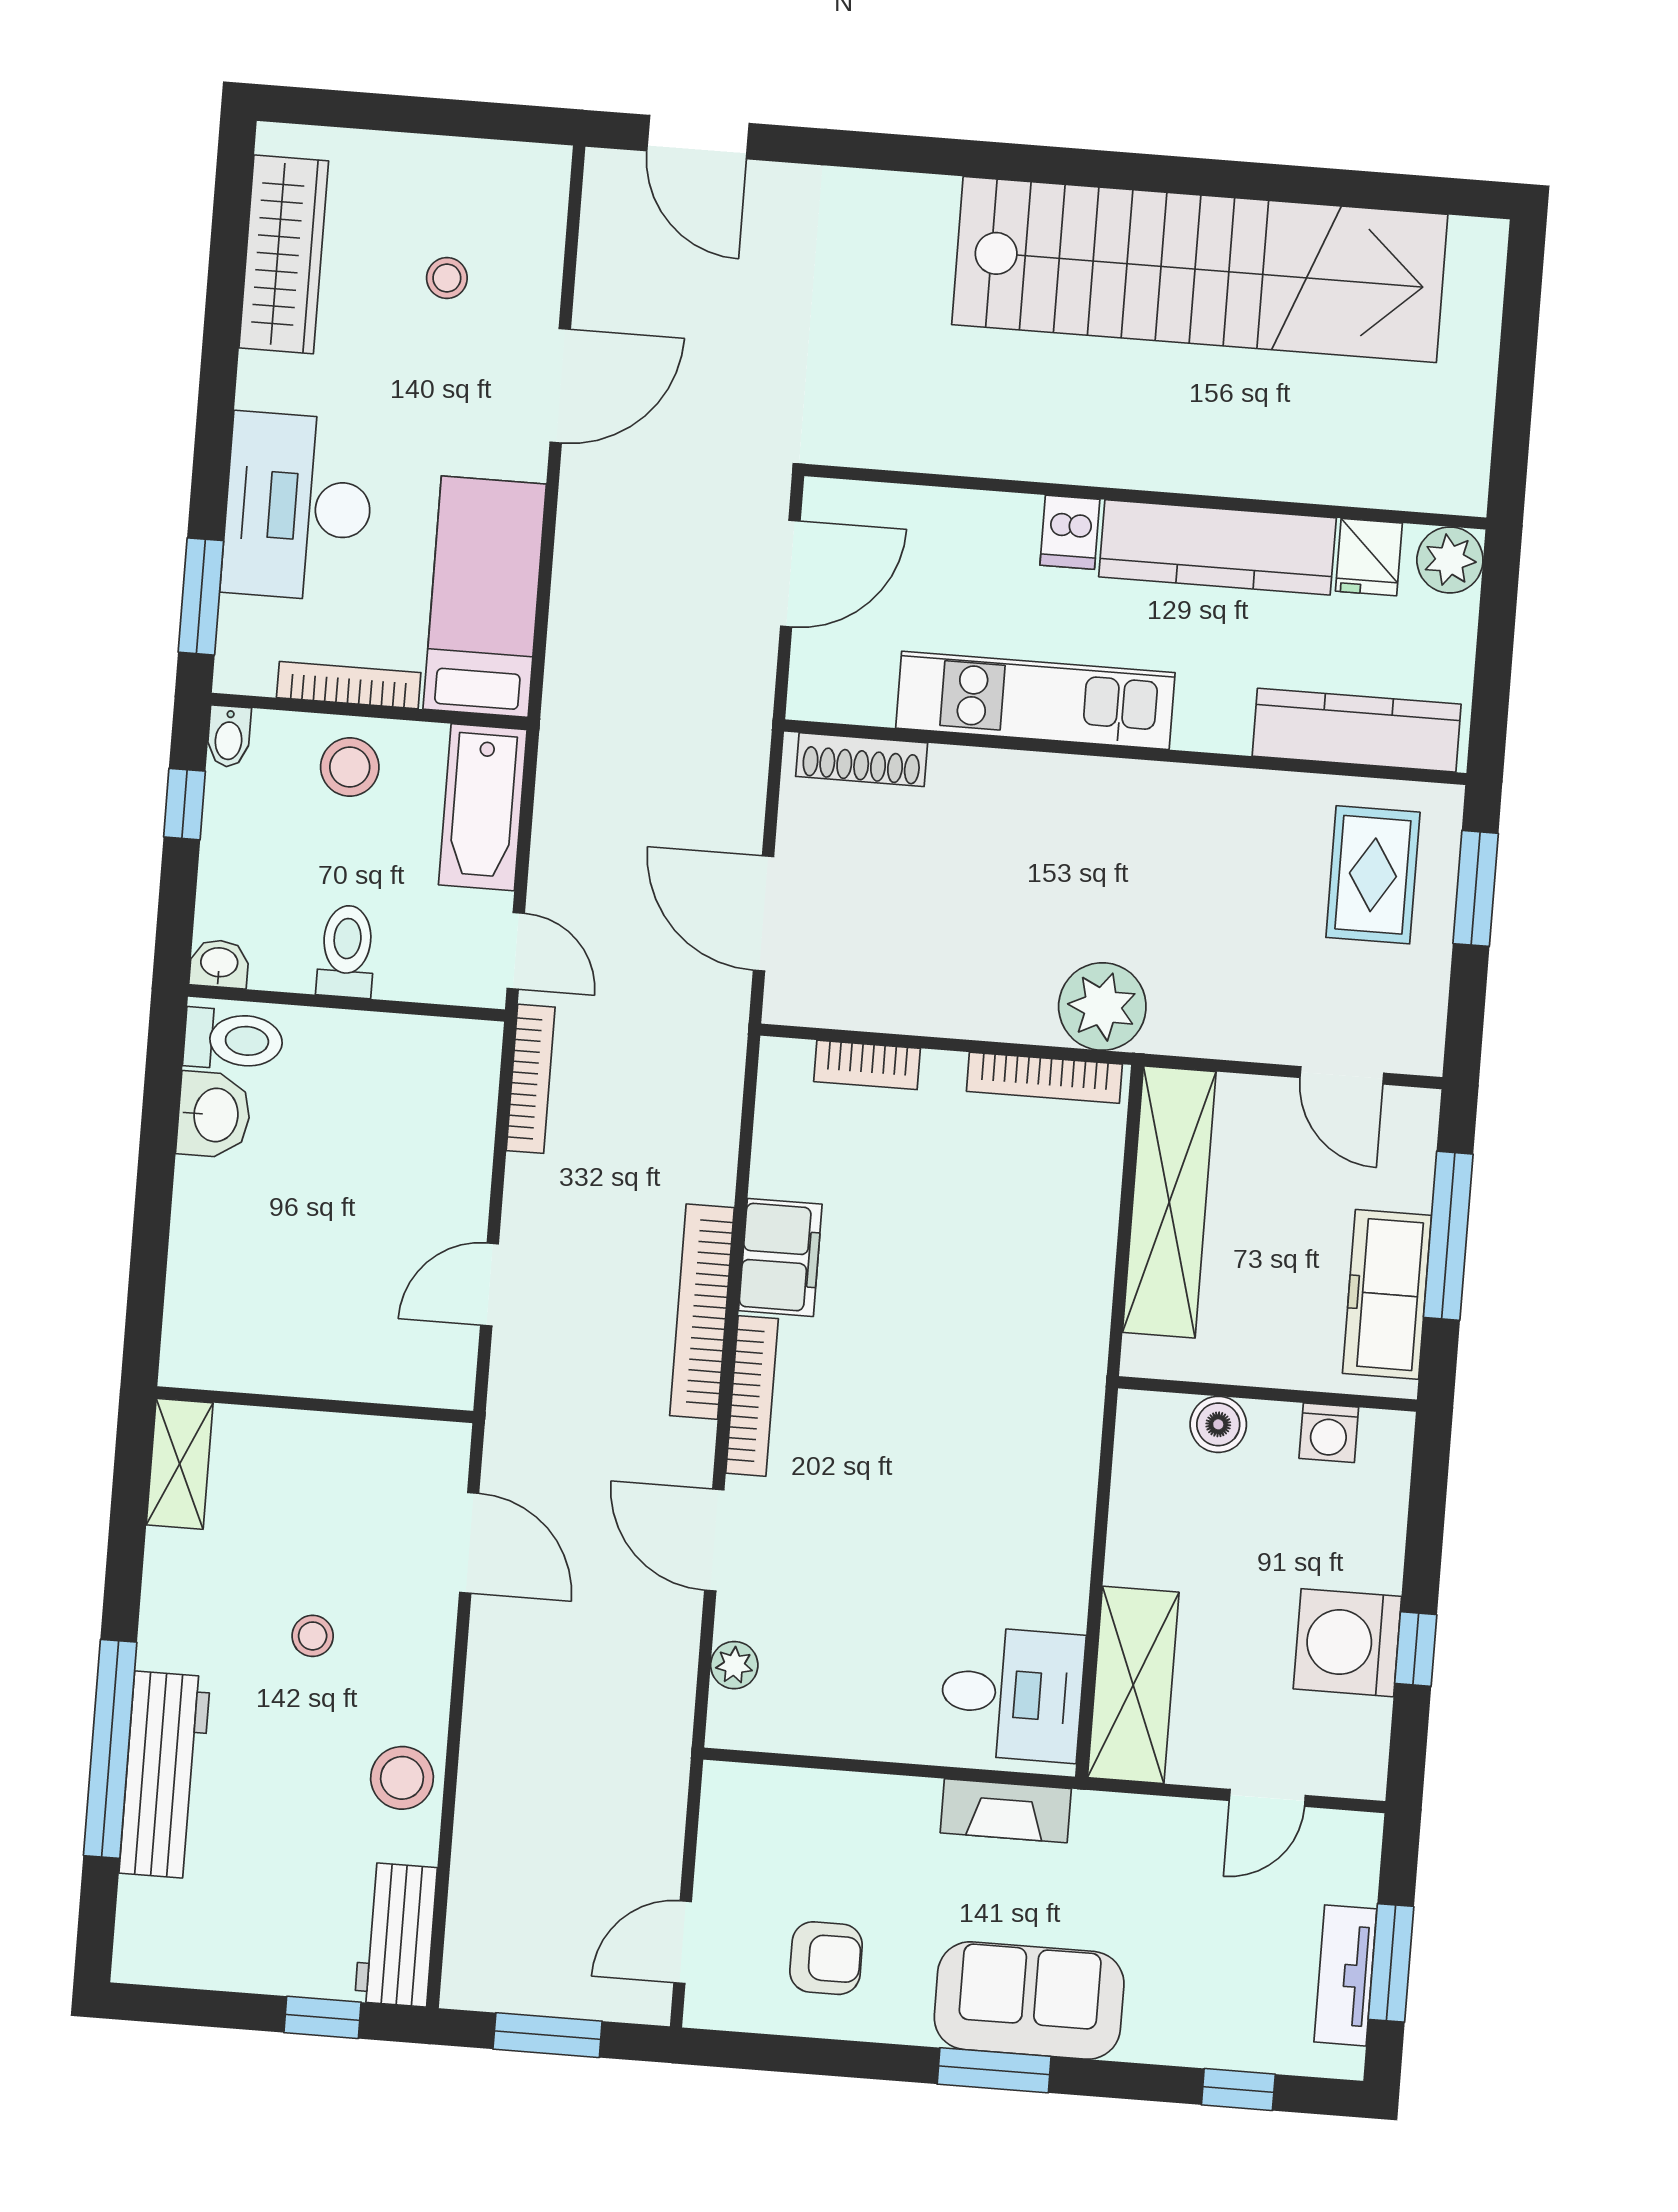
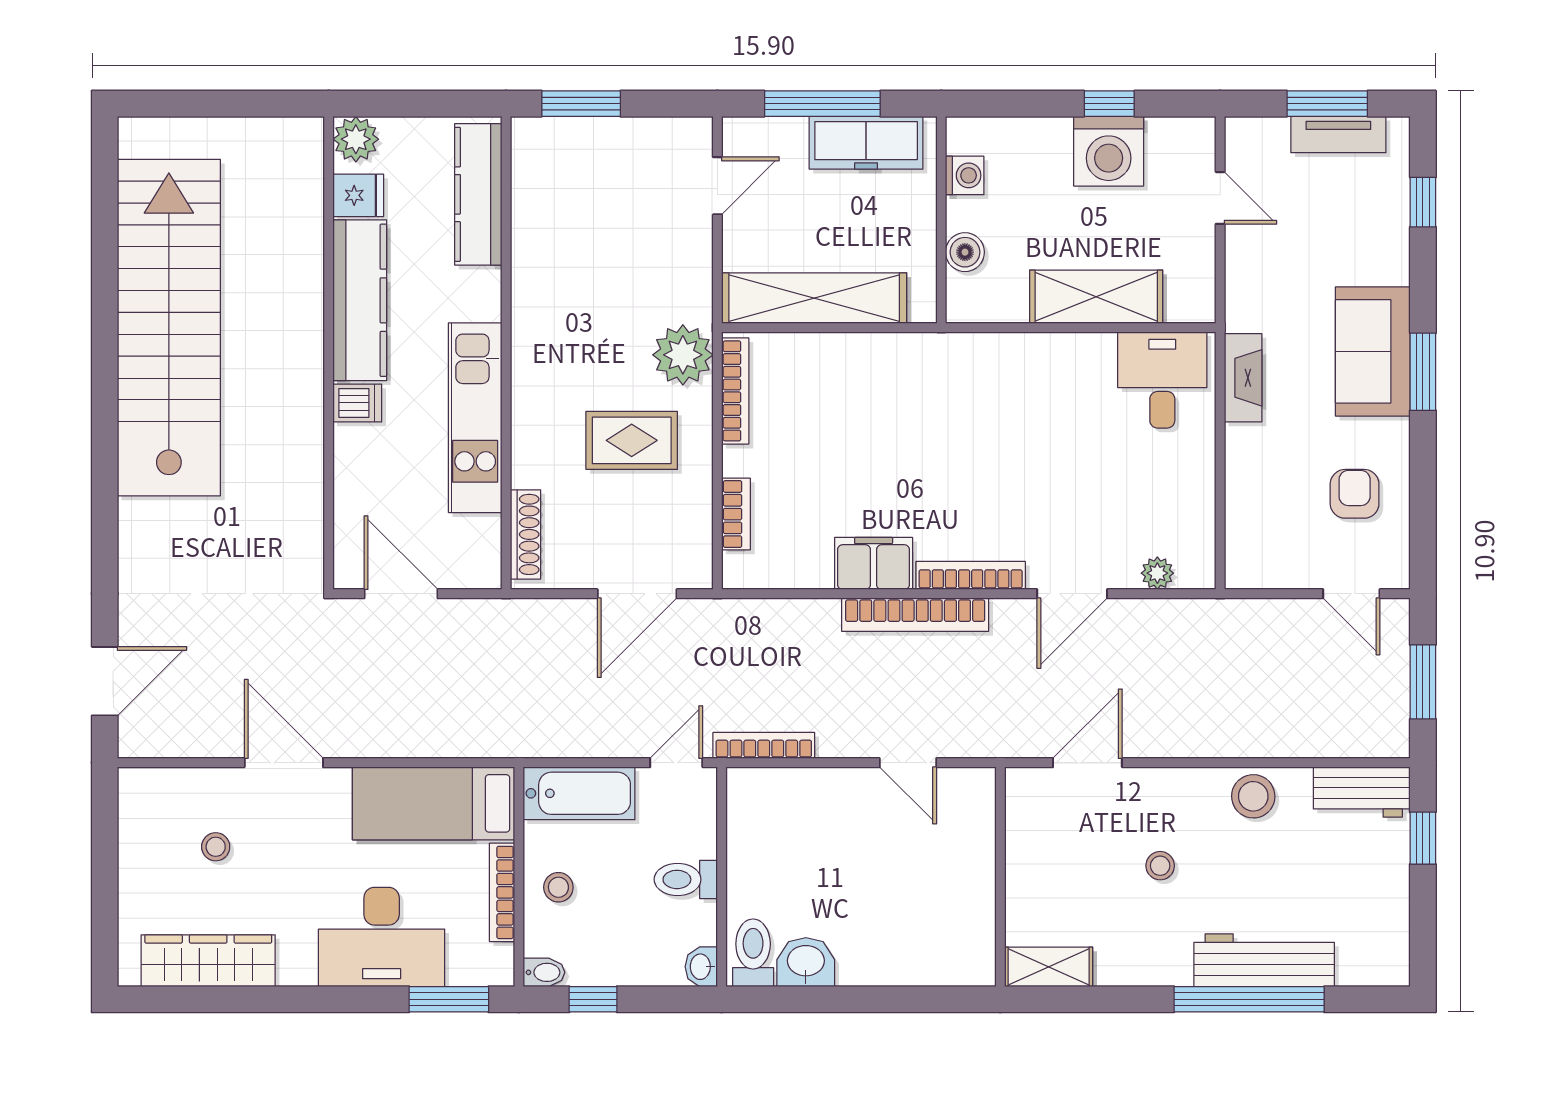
stool: (350, 767) -> (558, 887), width x0.73, depth x0.73
rug: (1373, 875) -> (632, 440), moved
shelving: (1133, 1685) -> (1096, 297), moved

